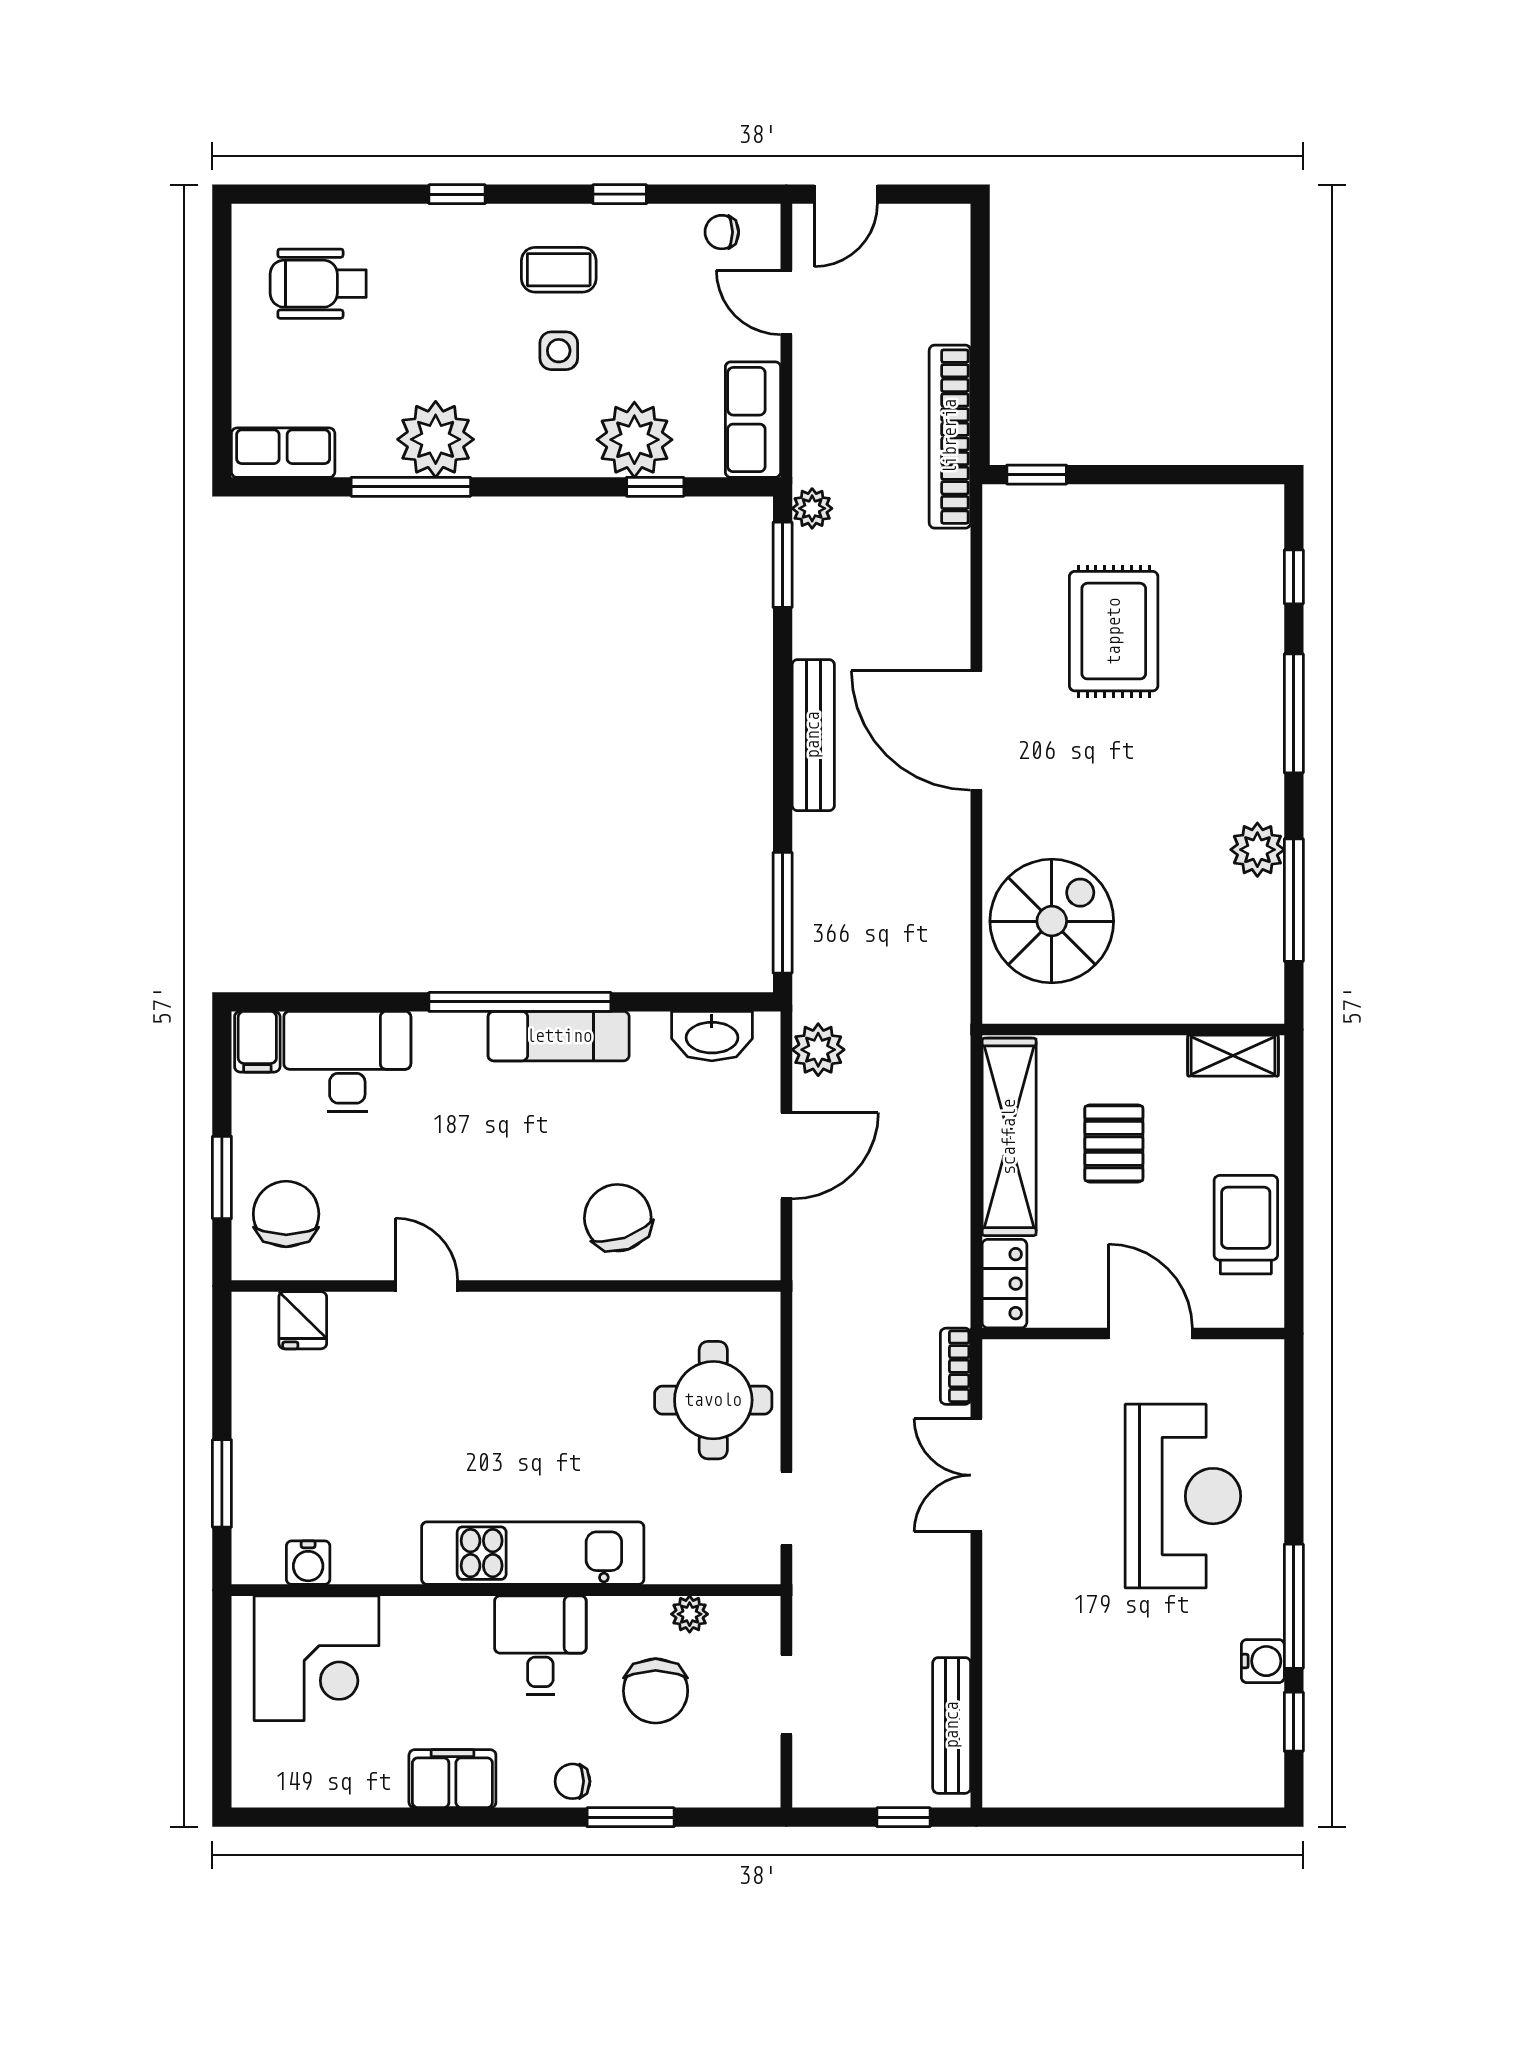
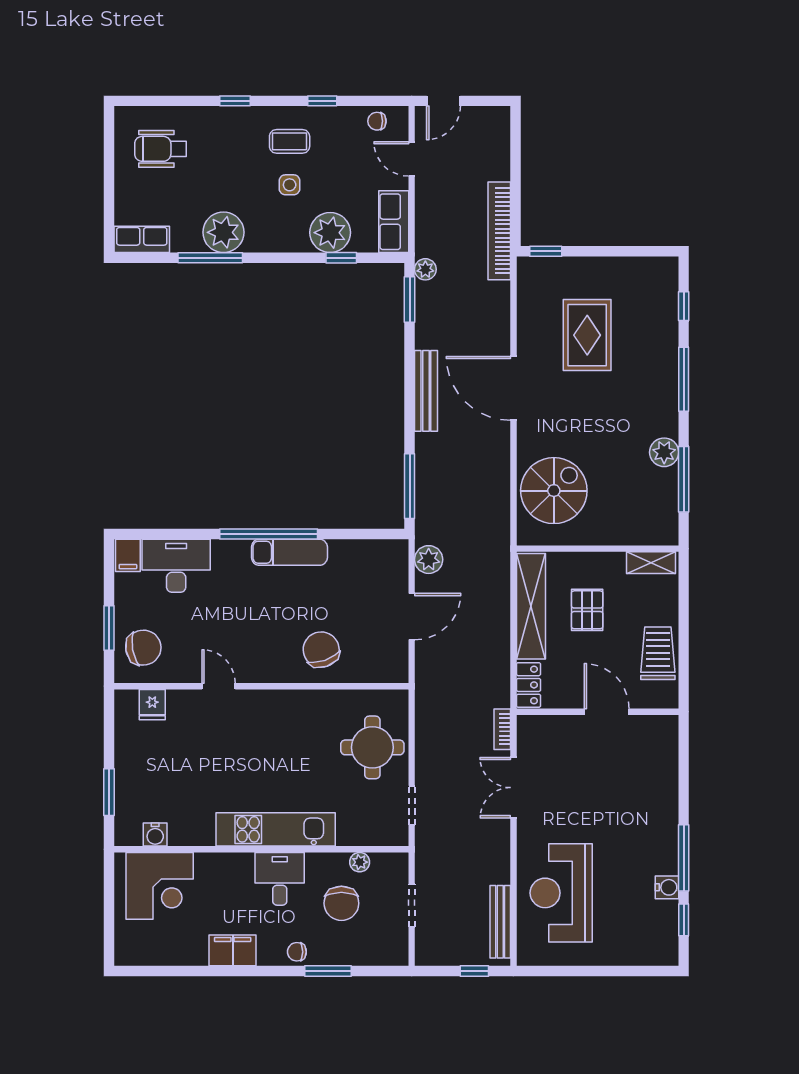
washbasin: (712, 1036) -> (372, 552), removed
chair: (286, 1214) -> (143, 648), turned 80
reception desk: (1183, 1496) -> (561, 893), moved, turned 180

